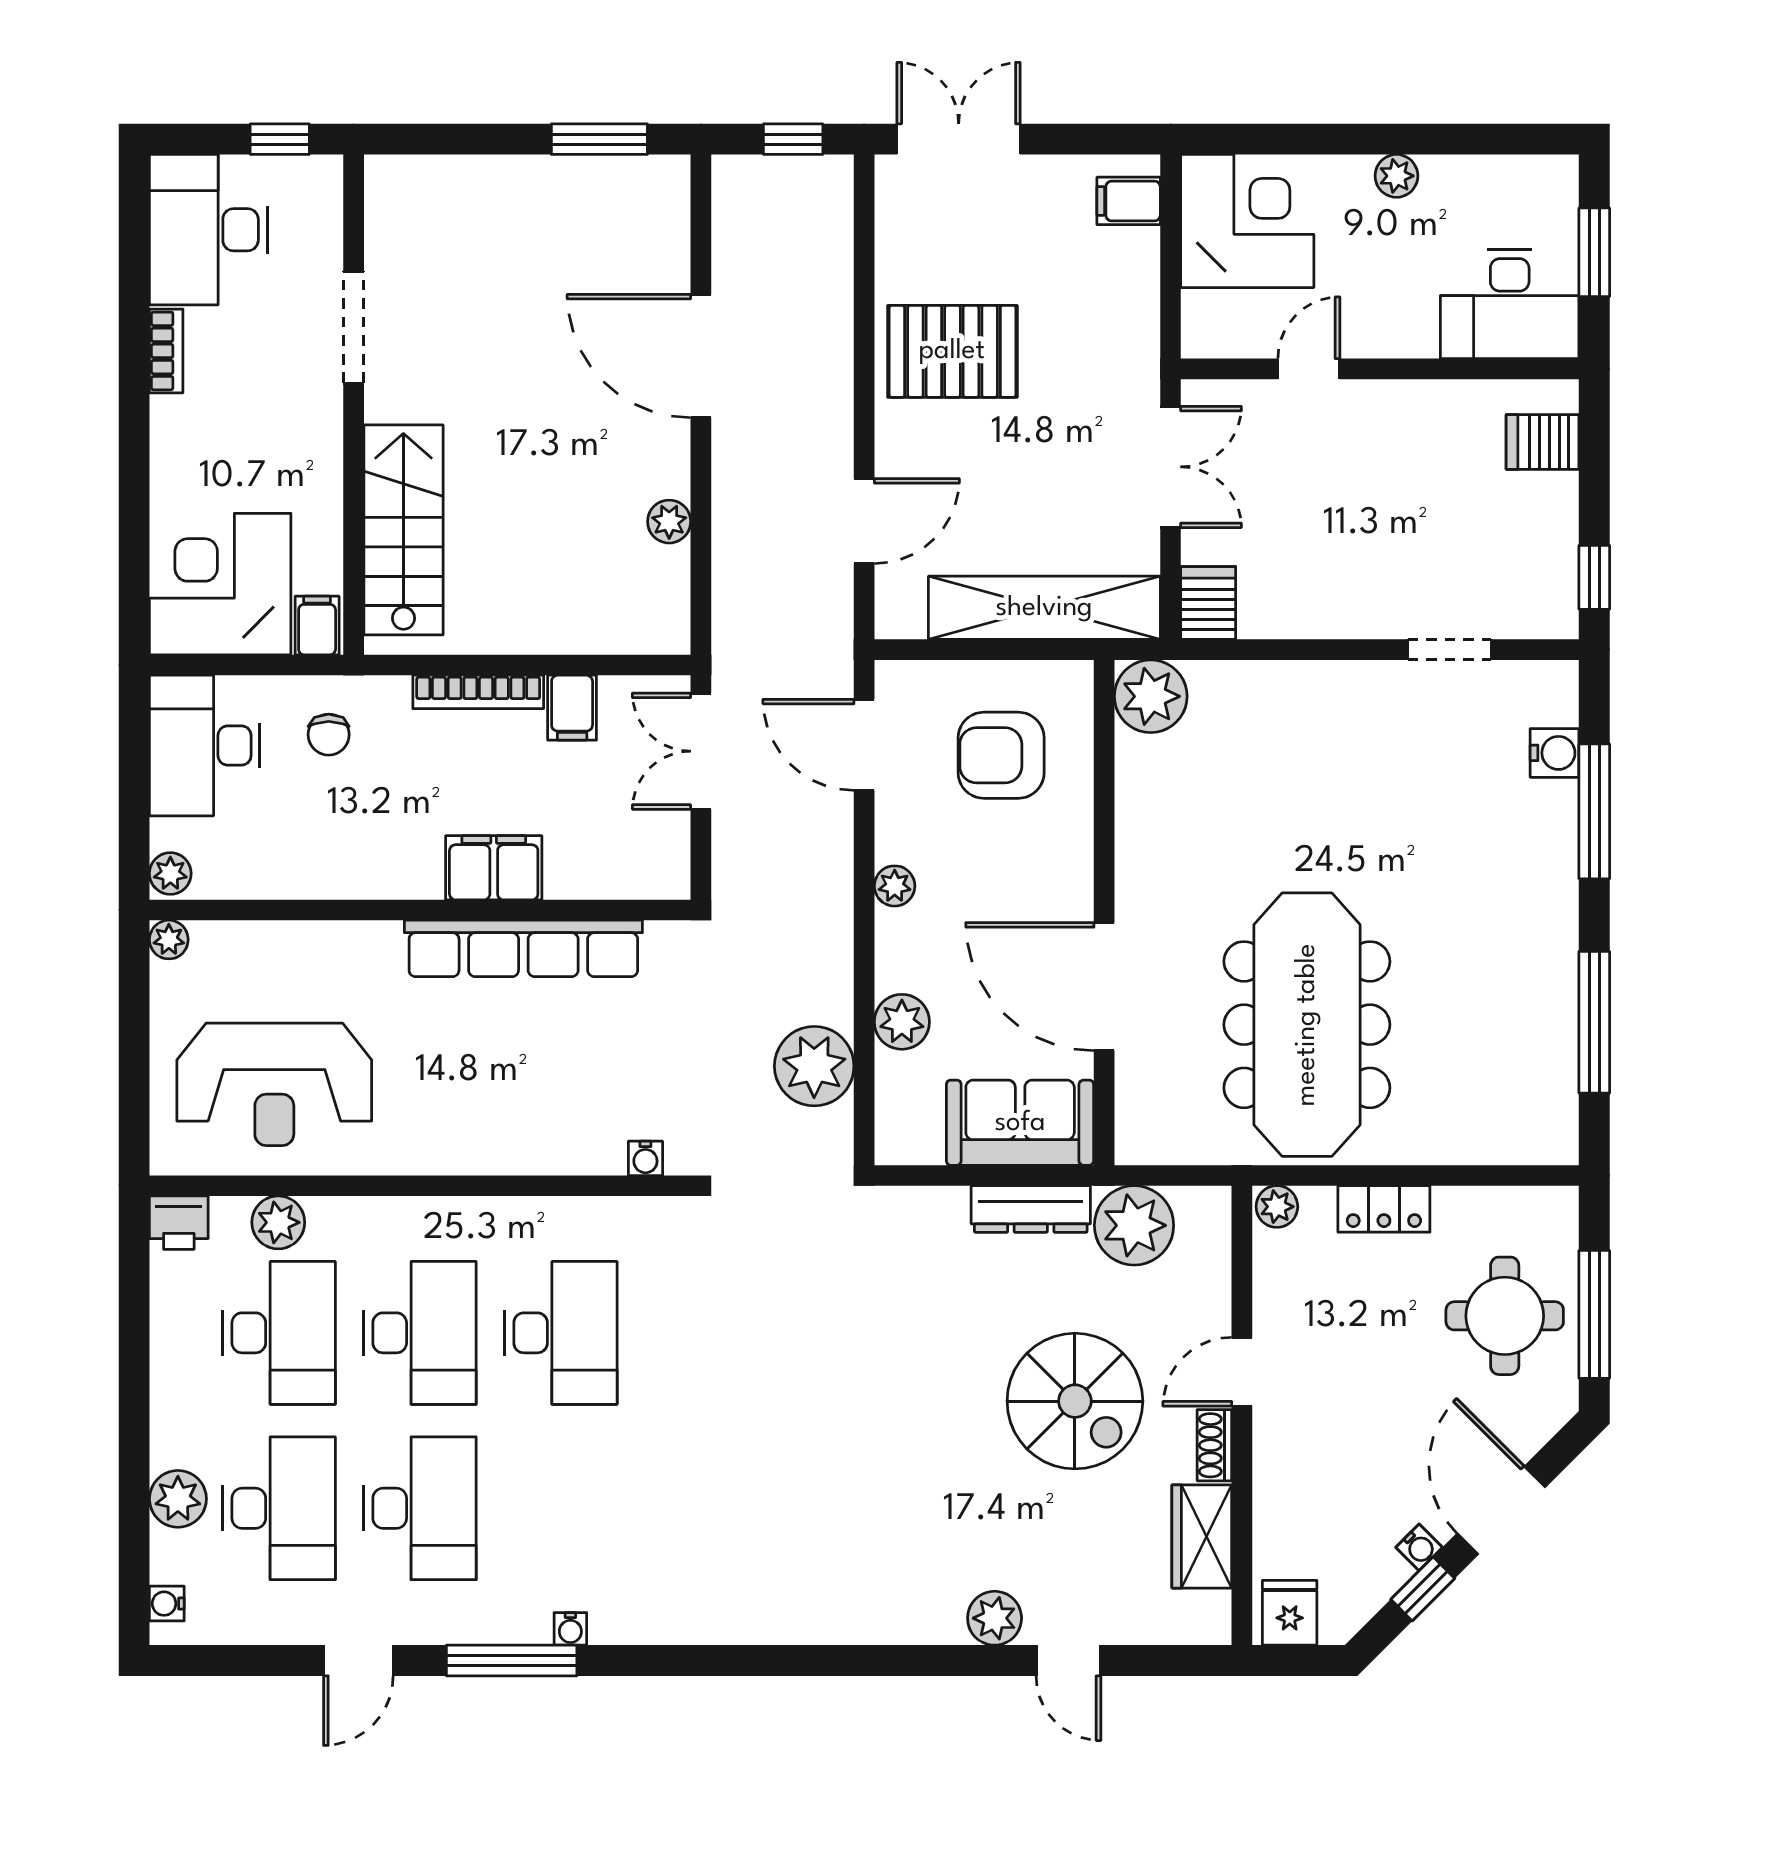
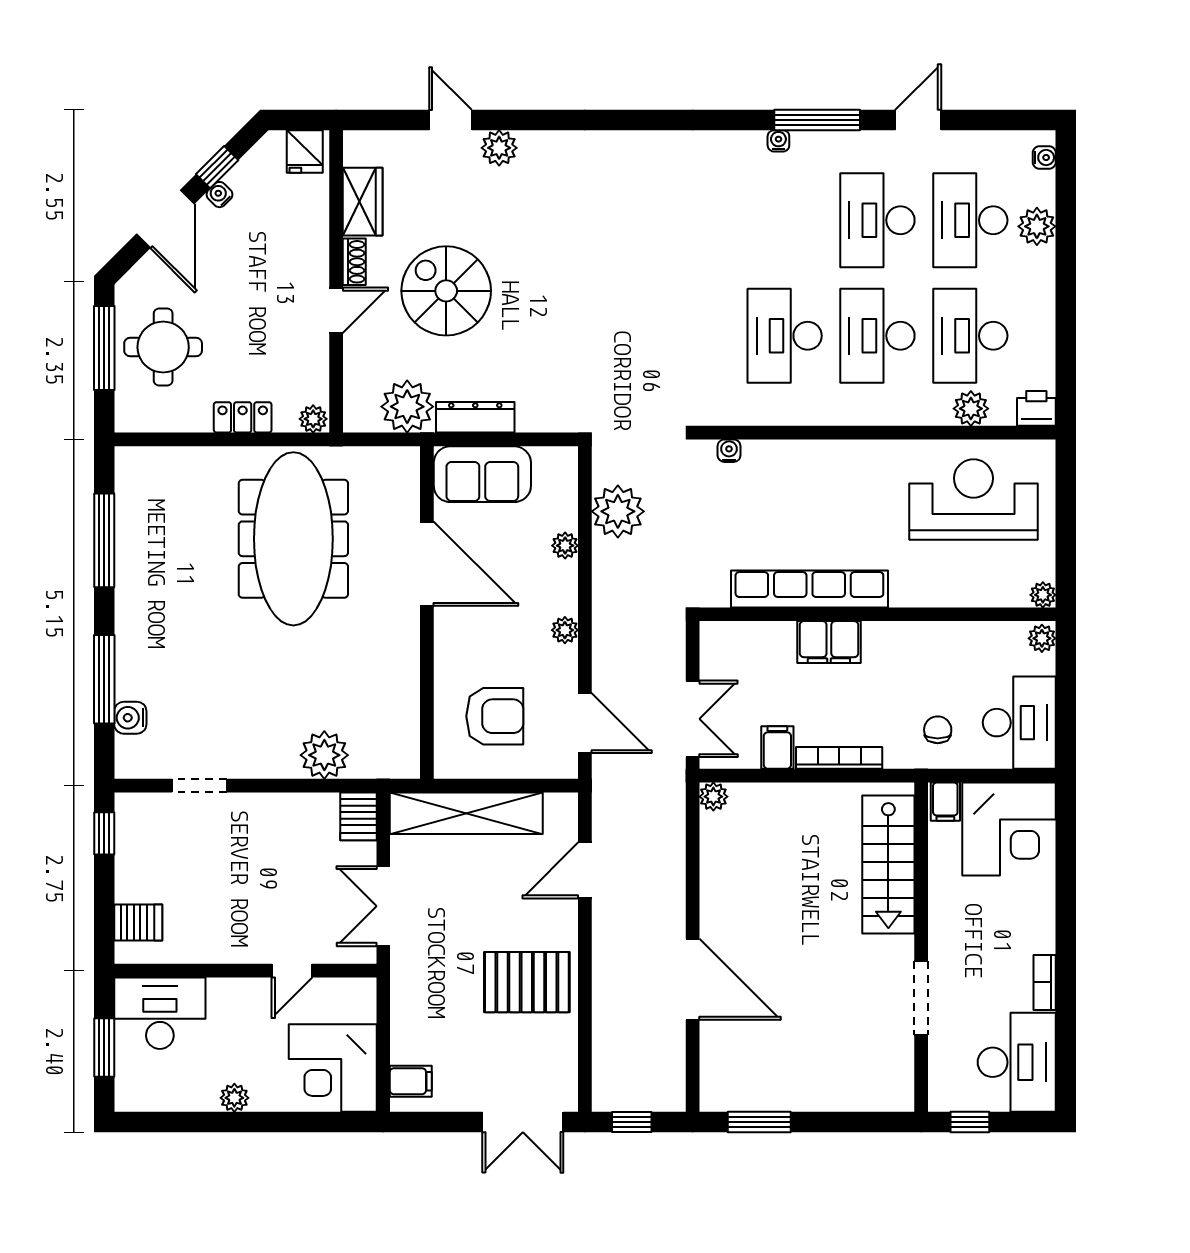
plant: (669, 522) -> (713, 797), moved
plant: (1151, 696) -> (324, 755), moved
plant: (902, 1022) -> (565, 546), width x0.73, depth x0.73

